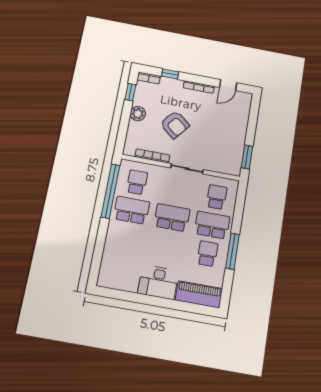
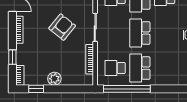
armchair: (175, 125) -> (62, 27), moved

